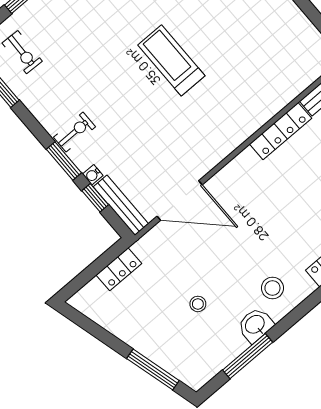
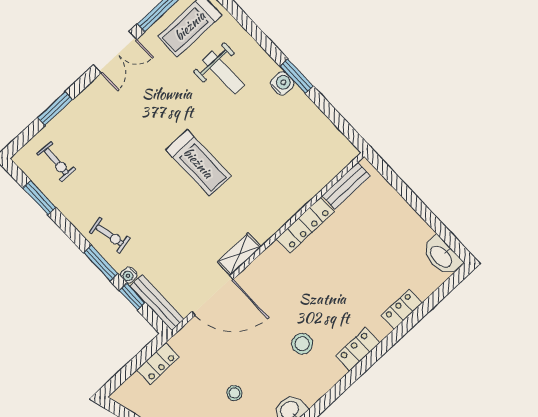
treadmill: (171, 60) -> (198, 163), turned 180
exercise bike: (75, 132) -> (110, 235), turned 78
shelving: (210, 158) -> (239, 254), added
stool: (272, 288) -> (302, 344), moved

